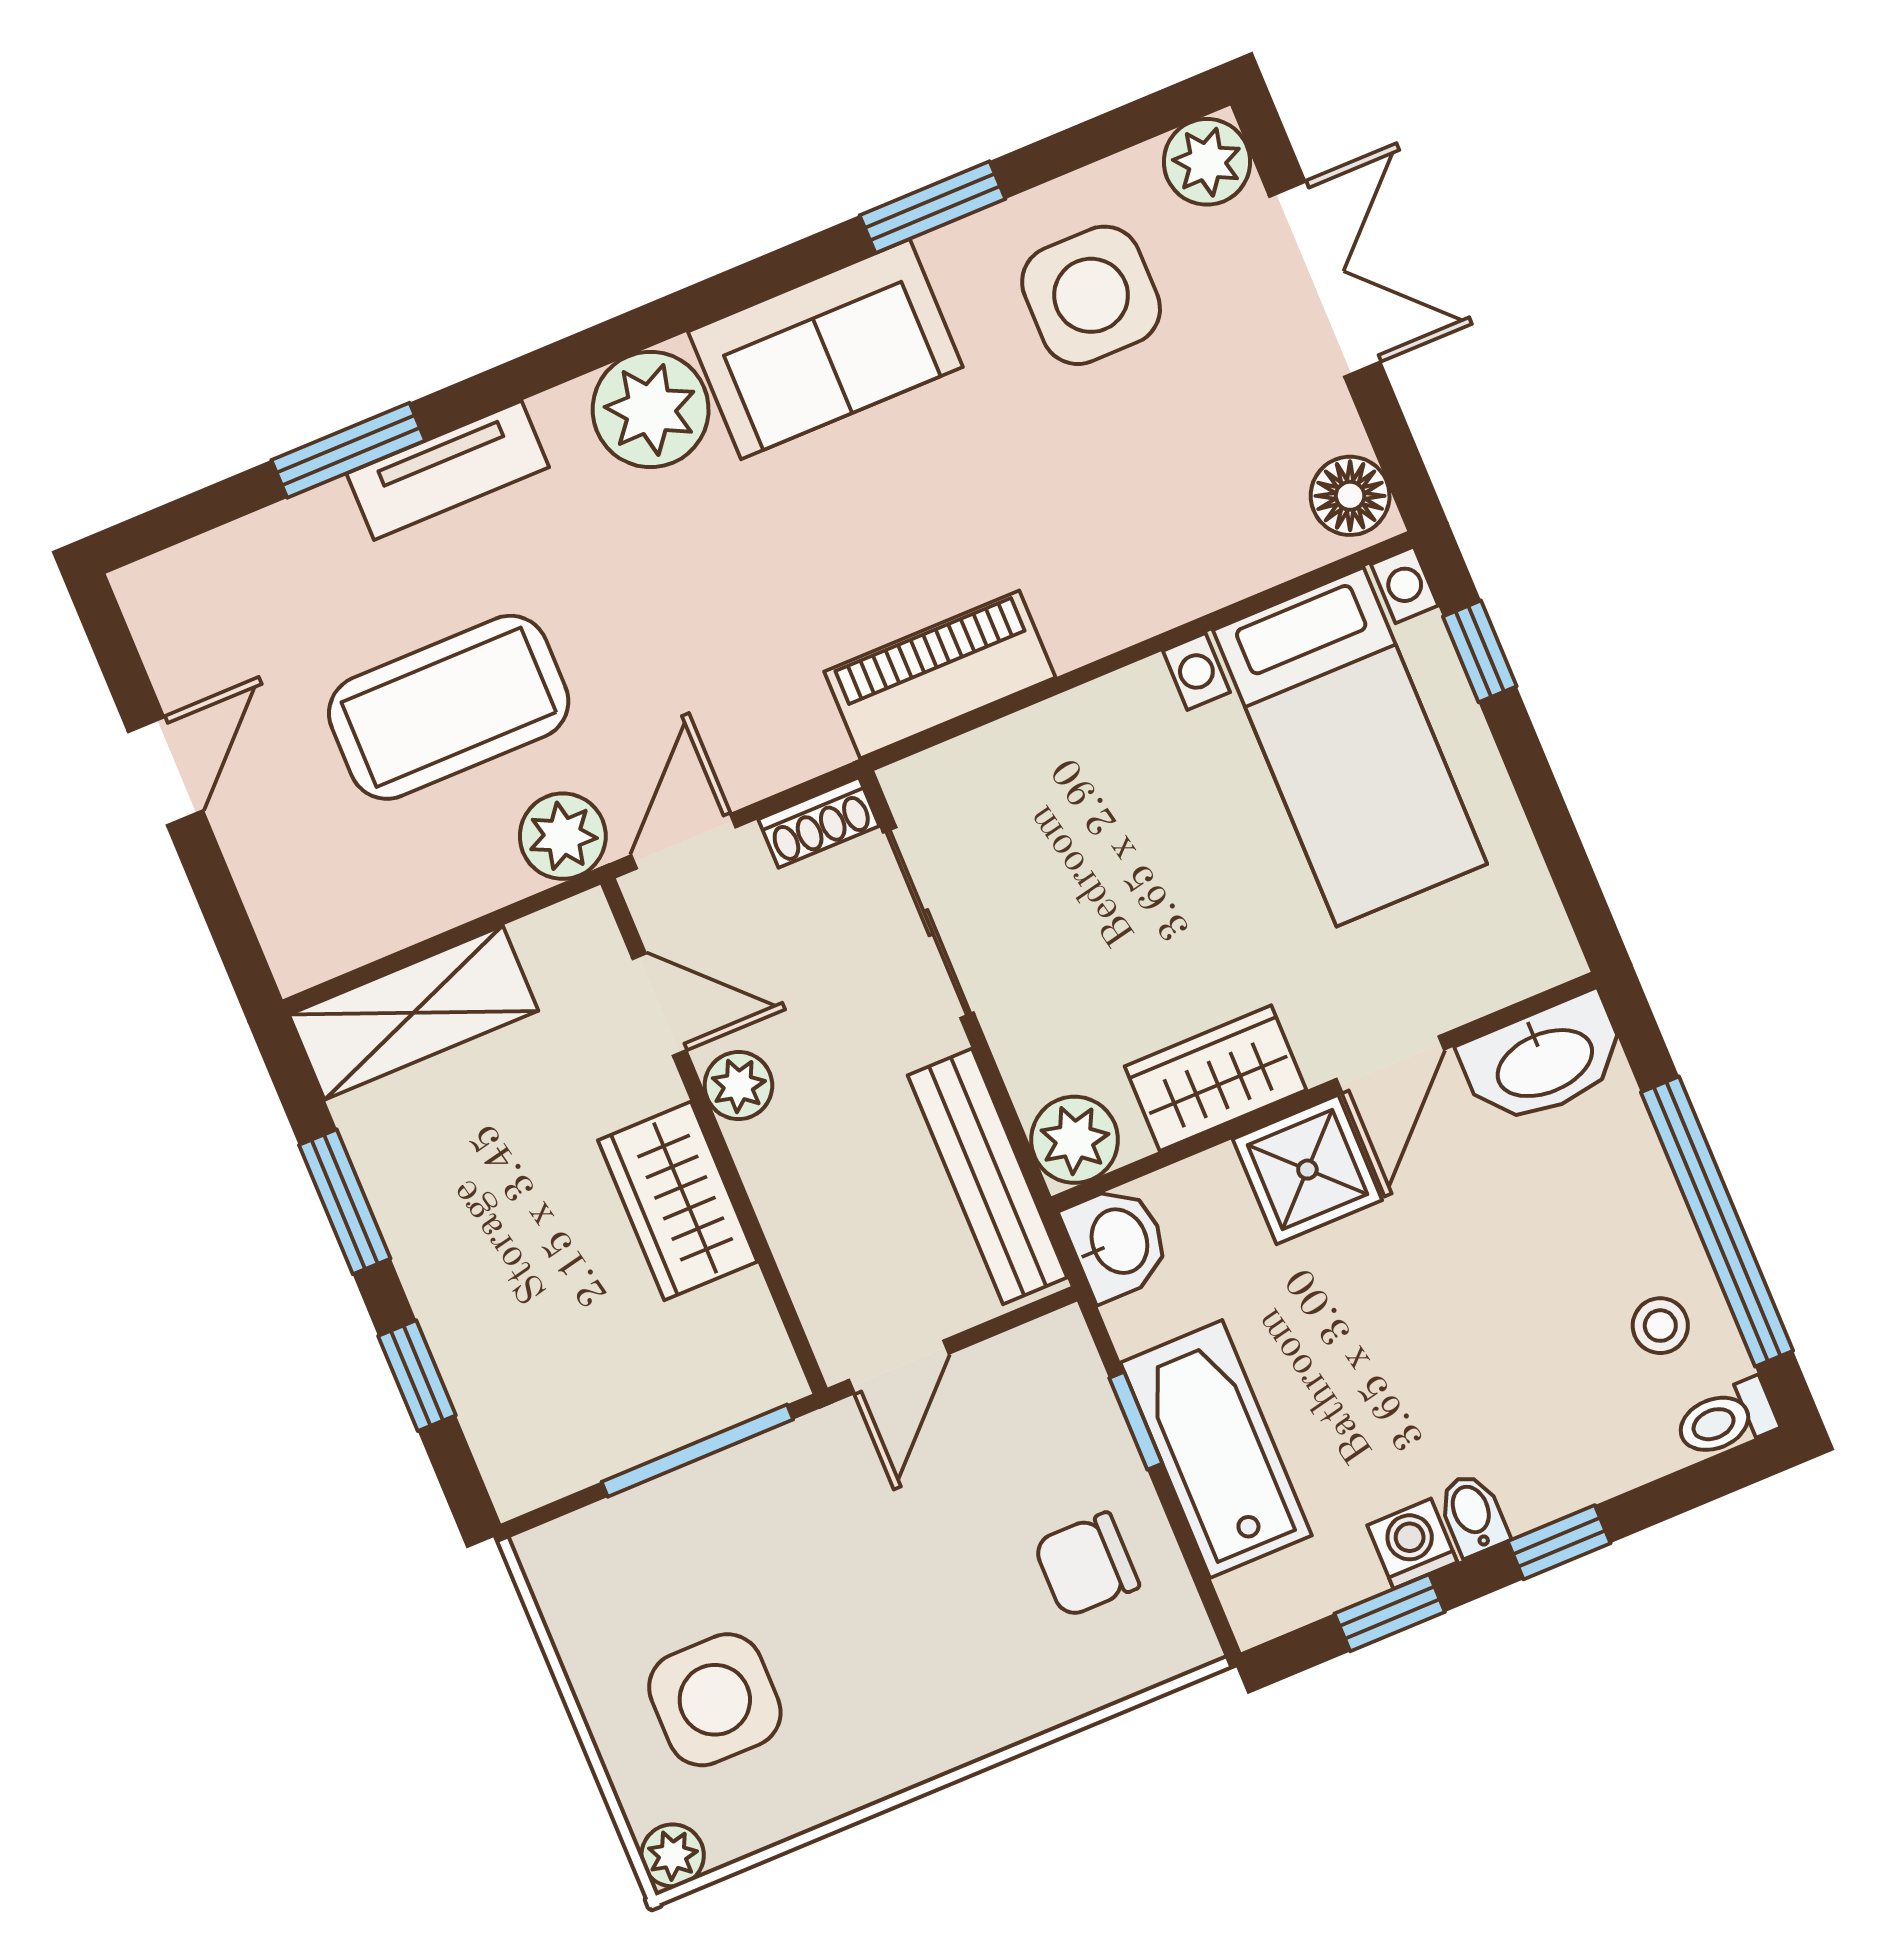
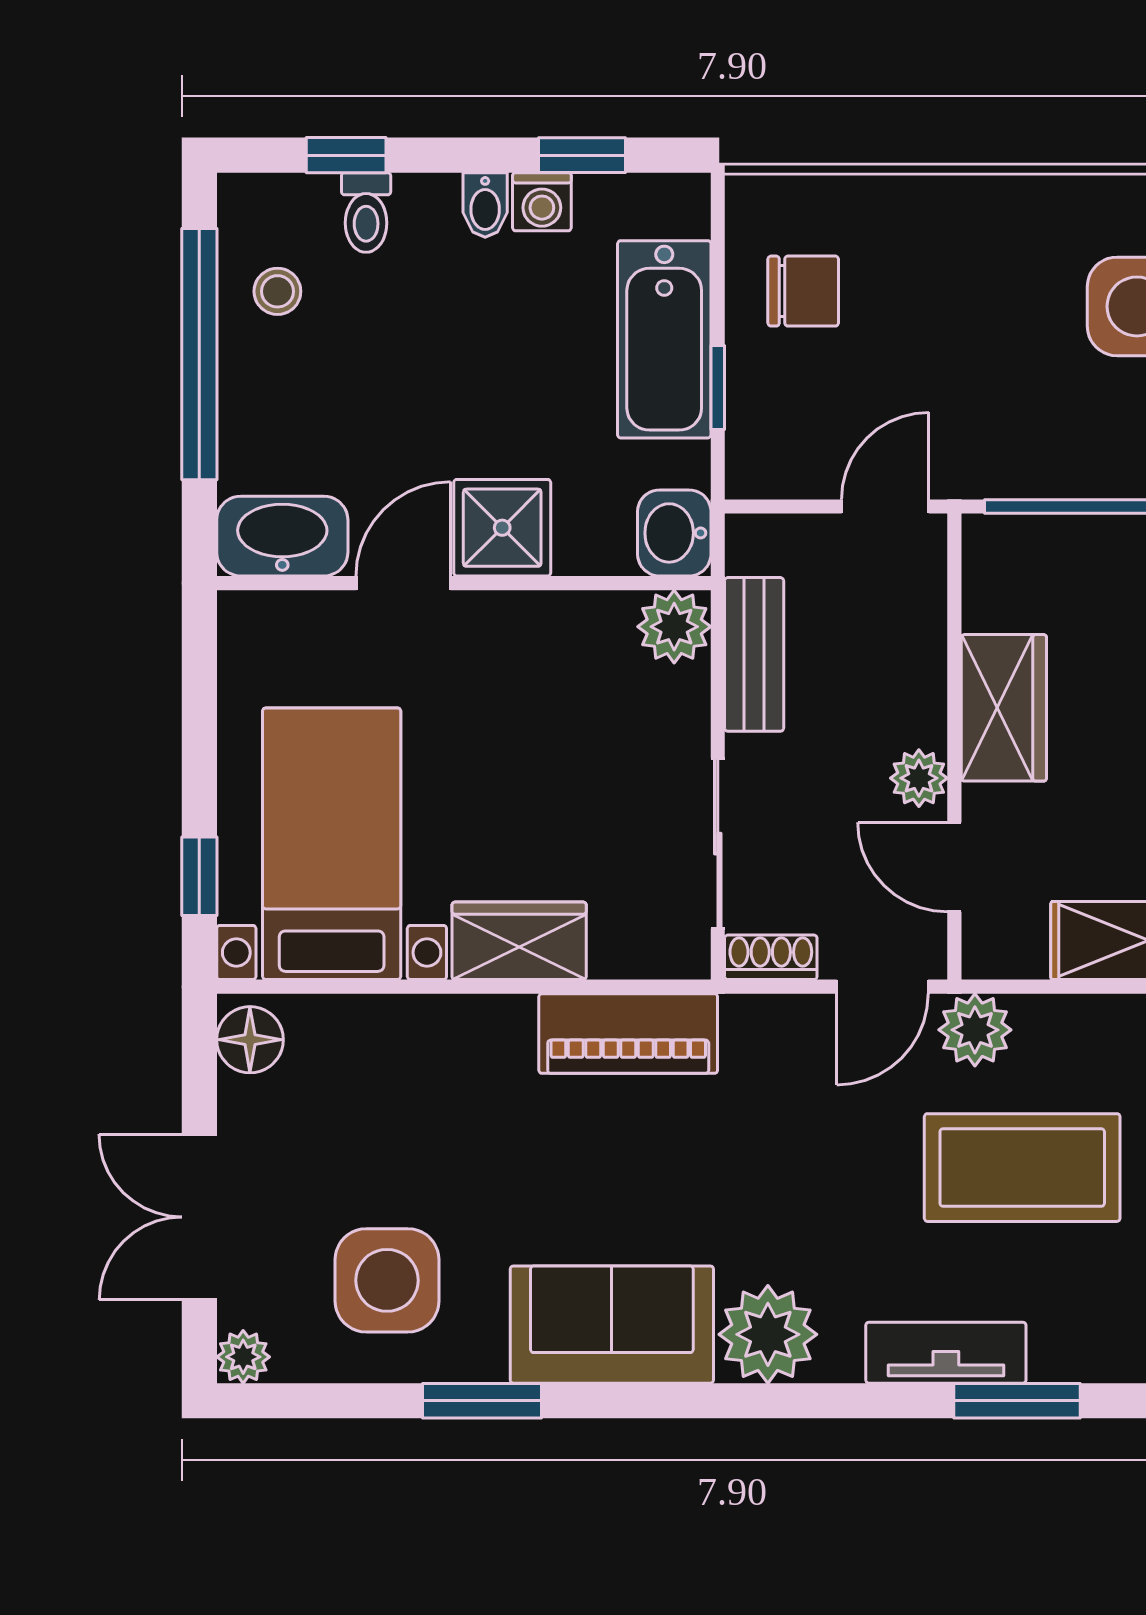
plant: (1207, 162) -> (243, 1357), width x0.73, depth x0.73
wardrobe: (1215, 1078) -> (519, 941), moved, turned 180
bench: (987, 1176) -> (754, 654), width x0.73
toilet: (1726, 1419) -> (366, 212), moved, turned 90
window: (1559, 1542) -> (346, 155), moved

